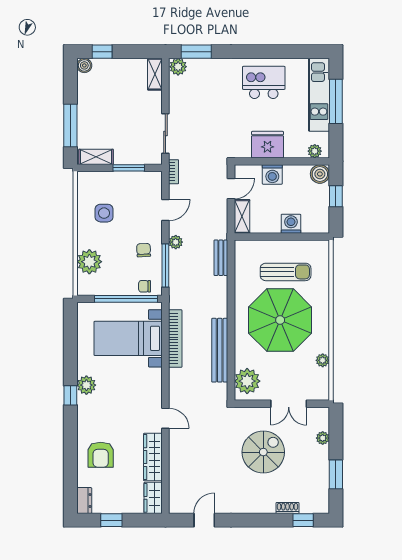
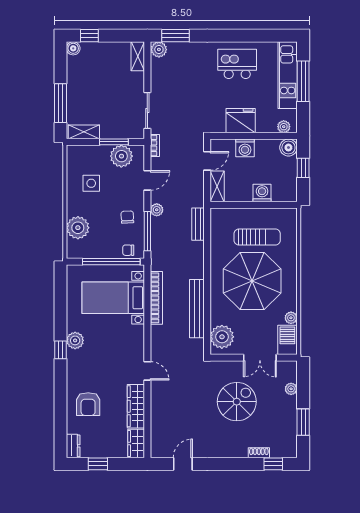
plant: (137, 183) -> (121, 156), added
barbecue: (319, 384) -> (287, 340), added

